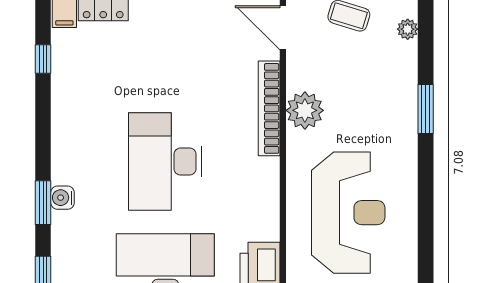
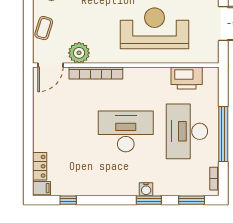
plant: (305, 110) -> (79, 53), moved
desk: (165, 162) -> (126, 131), turned 180

